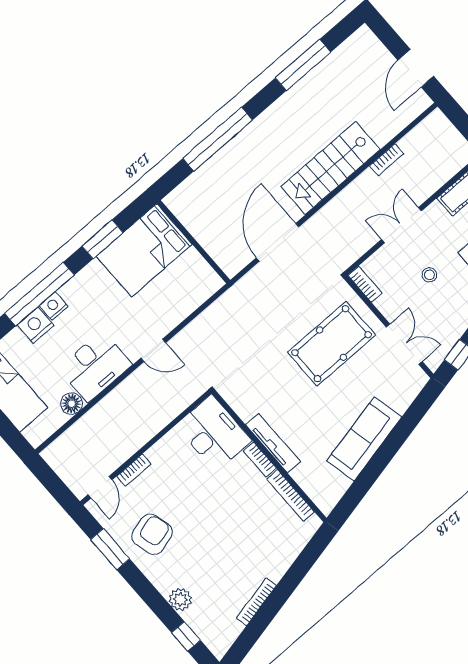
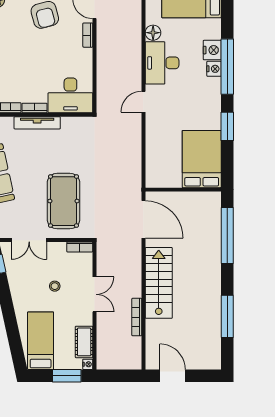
bookcase: (387, 160) -> (137, 317), width x1.56
wall: (193, 242) -> (183, 190), moved
bed: (144, 250) -> (202, 159), moved

